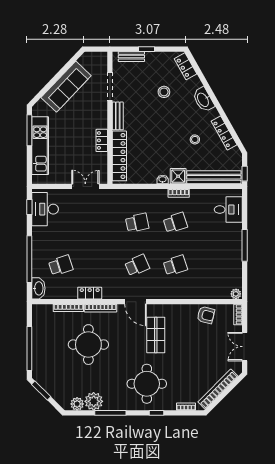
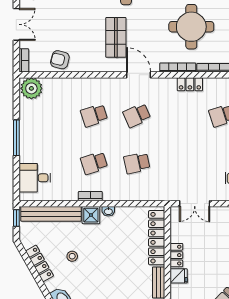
fridge: (100, 122) -> (179, 276), added
plant: (236, 294) -> (31, 88), width x1.88, depth x1.88

